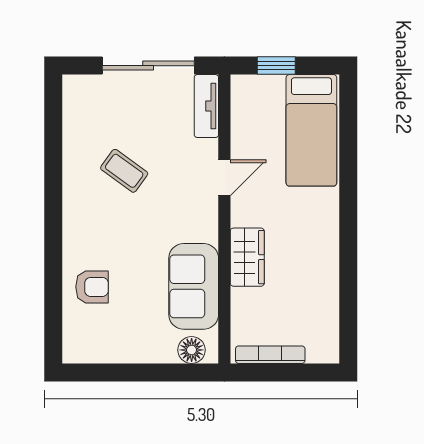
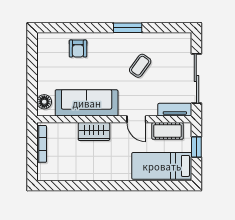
cot: (246, 120) -> (167, 131), added
window: (53, 194) -> (128, 28), added
sofa: (194, 286) -> (87, 103), width x1.36

